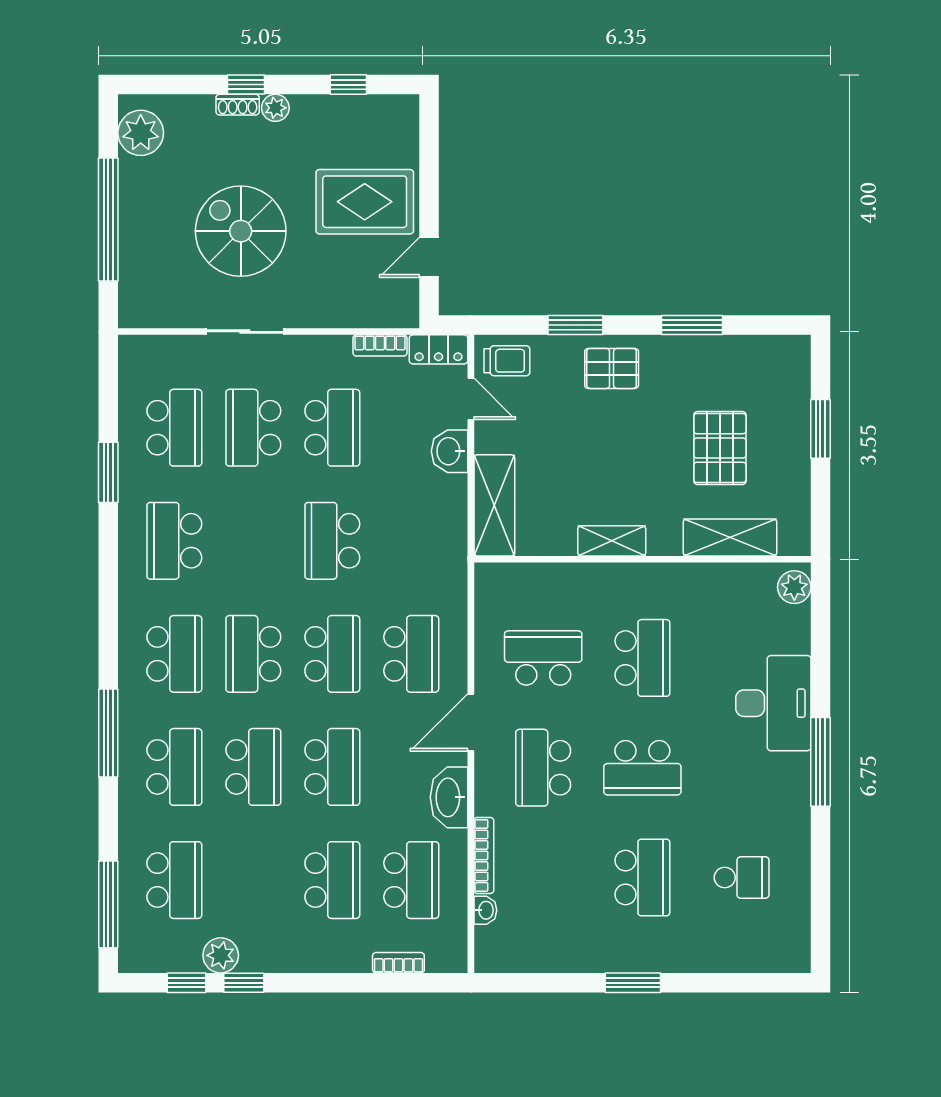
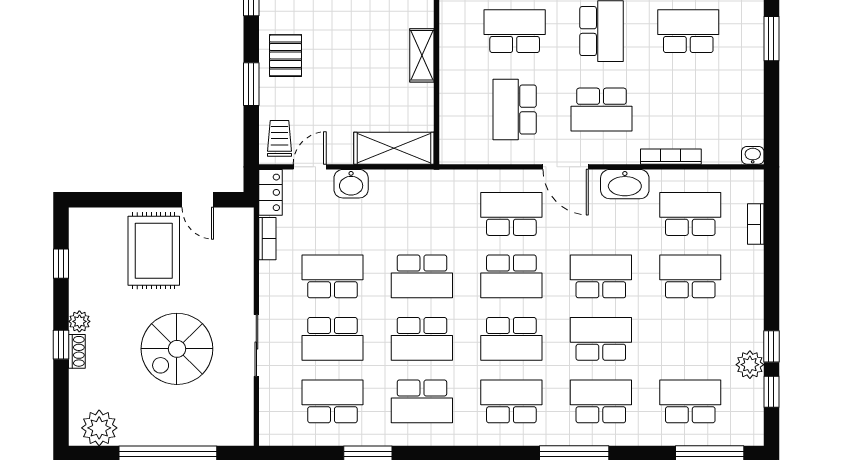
school desk: (253, 541) -> (422, 339), added
school desk: (332, 654) -> (511, 276), turned 180
washbasin: (485, 910) -> (753, 155), moved

